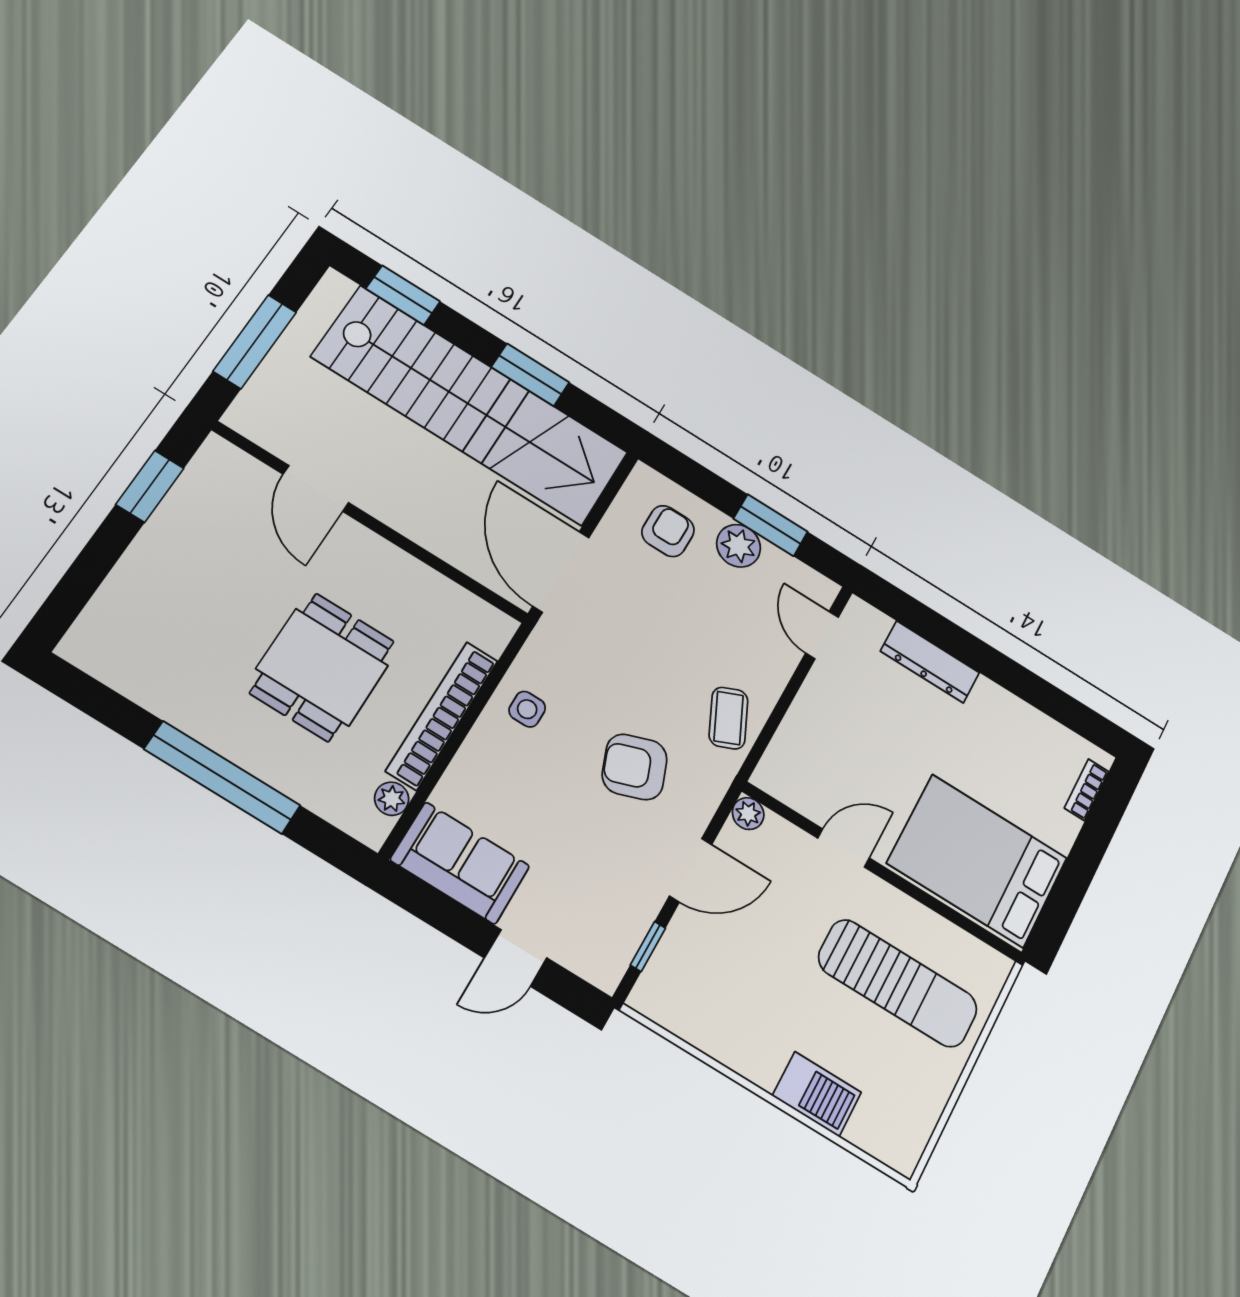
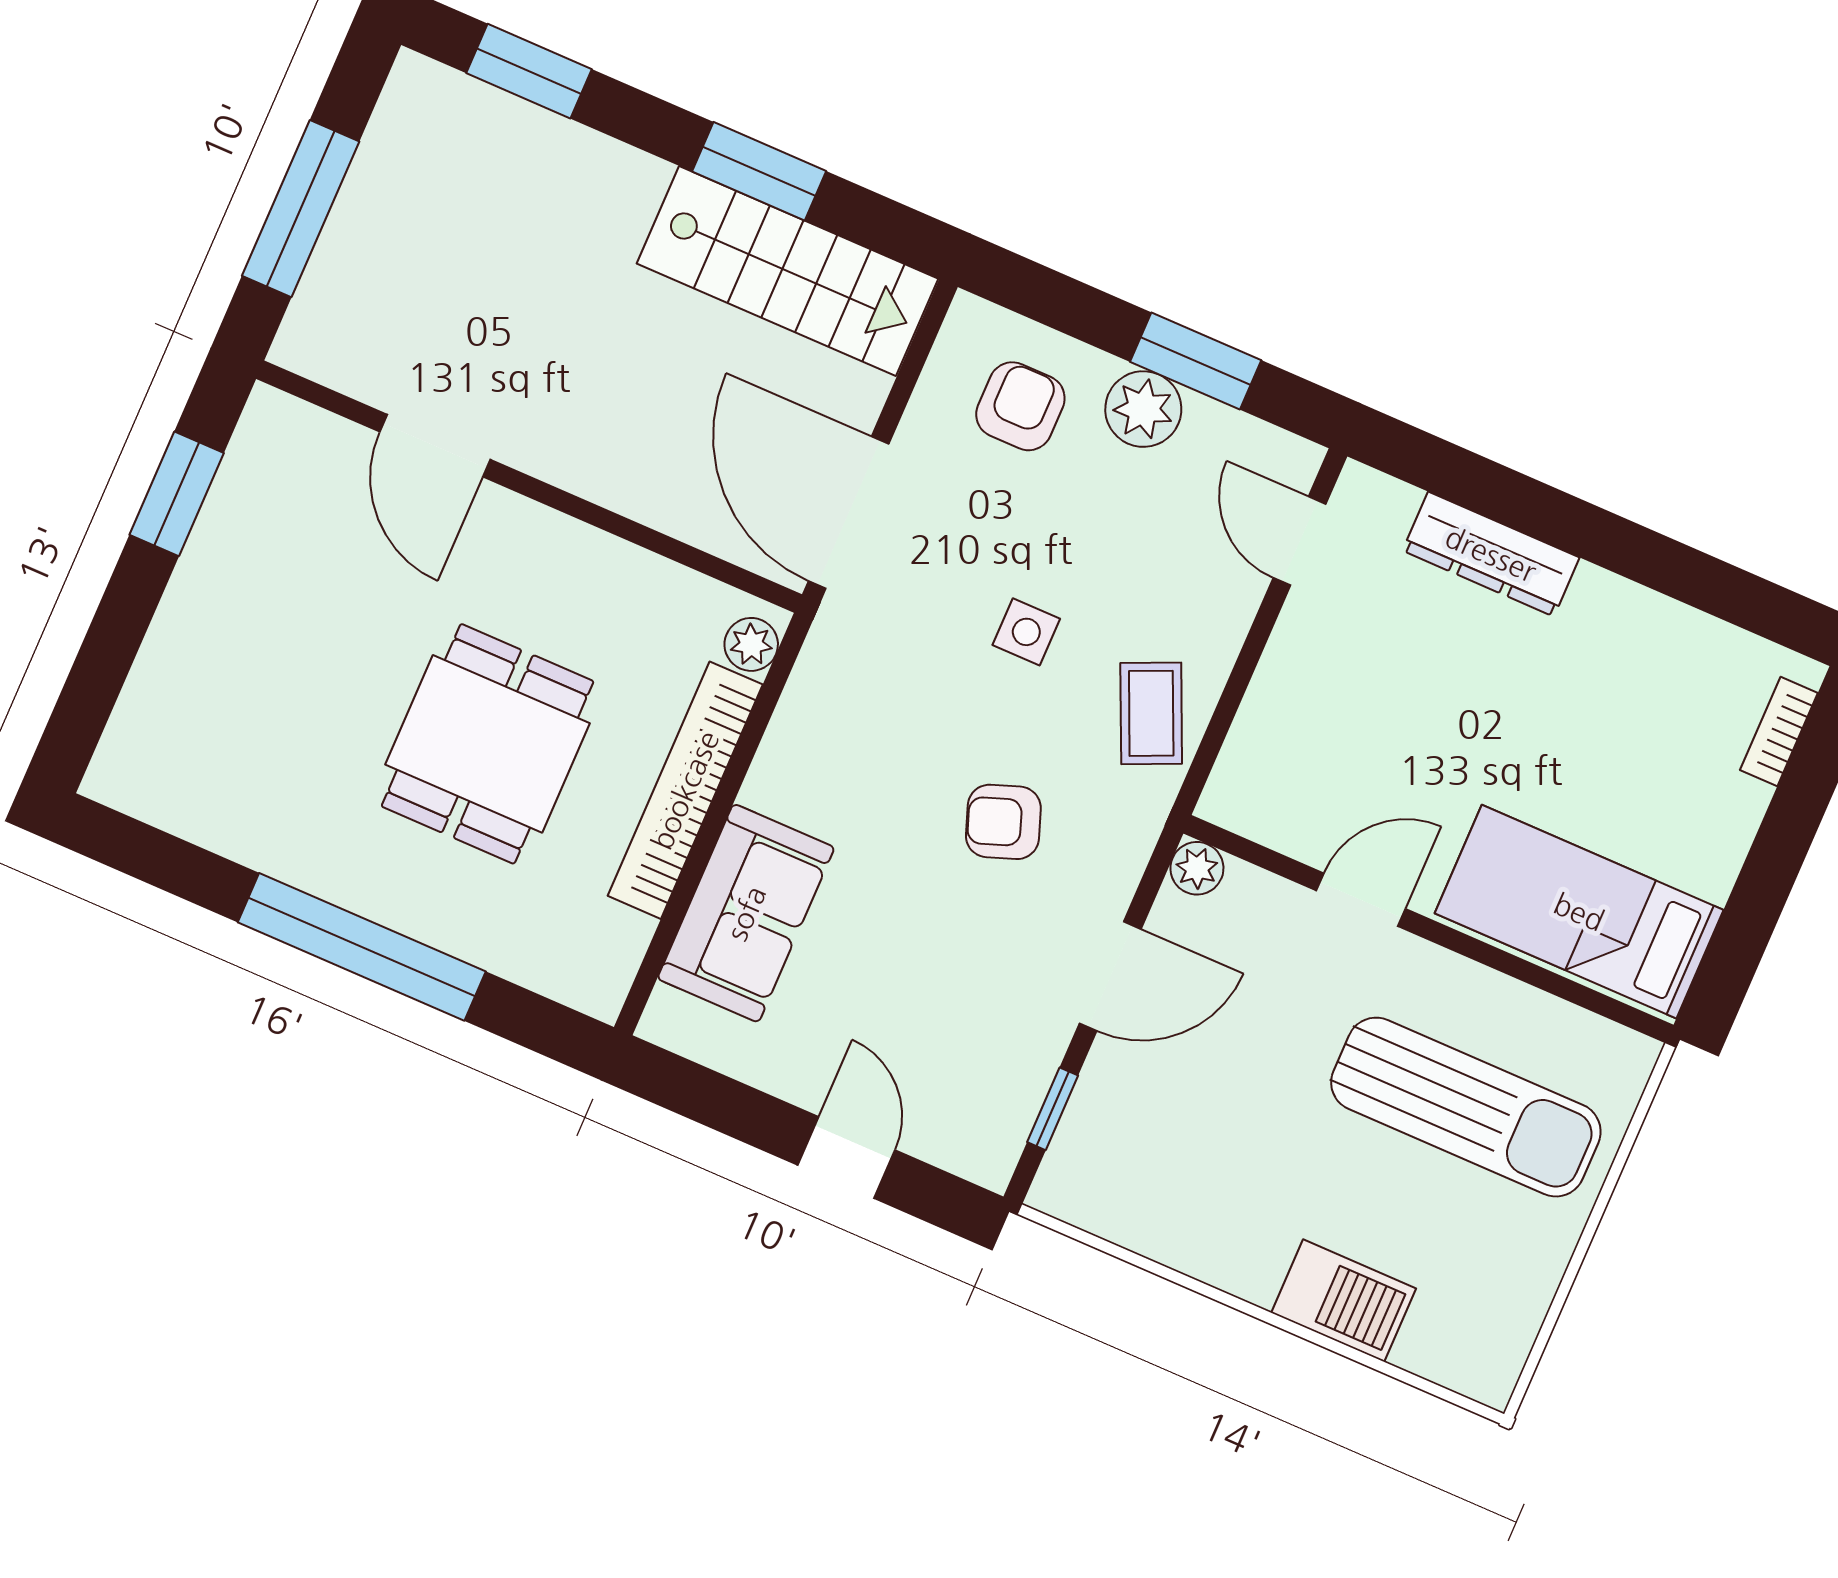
stairs: (470, 405) -> (788, 271), width x0.54, depth x0.66
side table: (527, 709) -> (1026, 632), moved
armchair: (635, 767) -> (1003, 822), width x0.72, depth x0.72
plant: (392, 799) -> (751, 644), moved
bed: (977, 861) -> (1579, 912), width x0.67
sofa: (460, 863) -> (746, 913), moved, turned 90
door: (516, 958) -> (846, 1158), swing flipped

